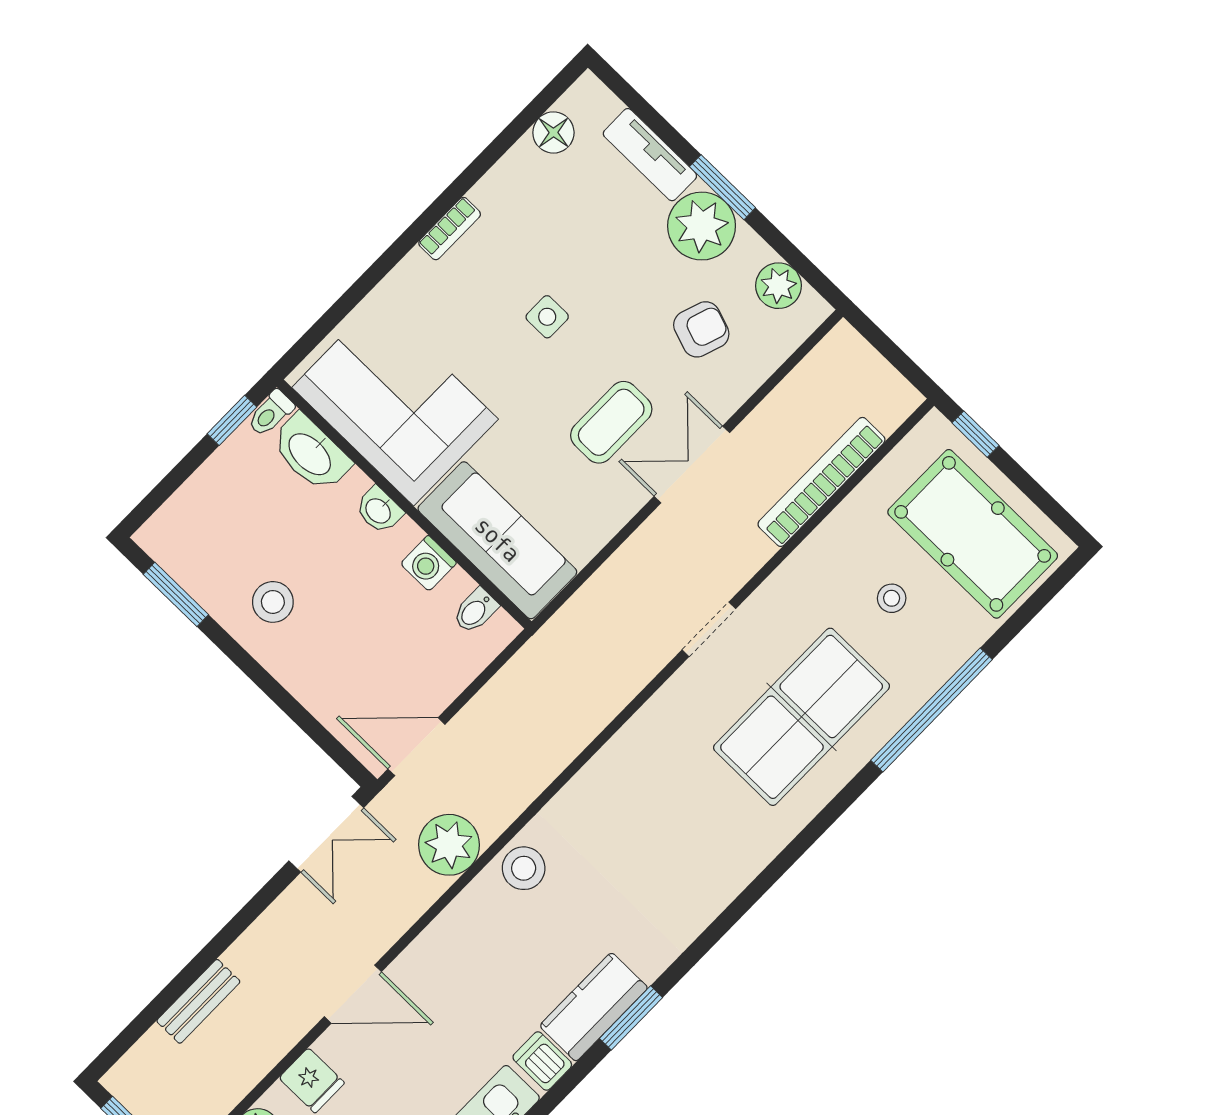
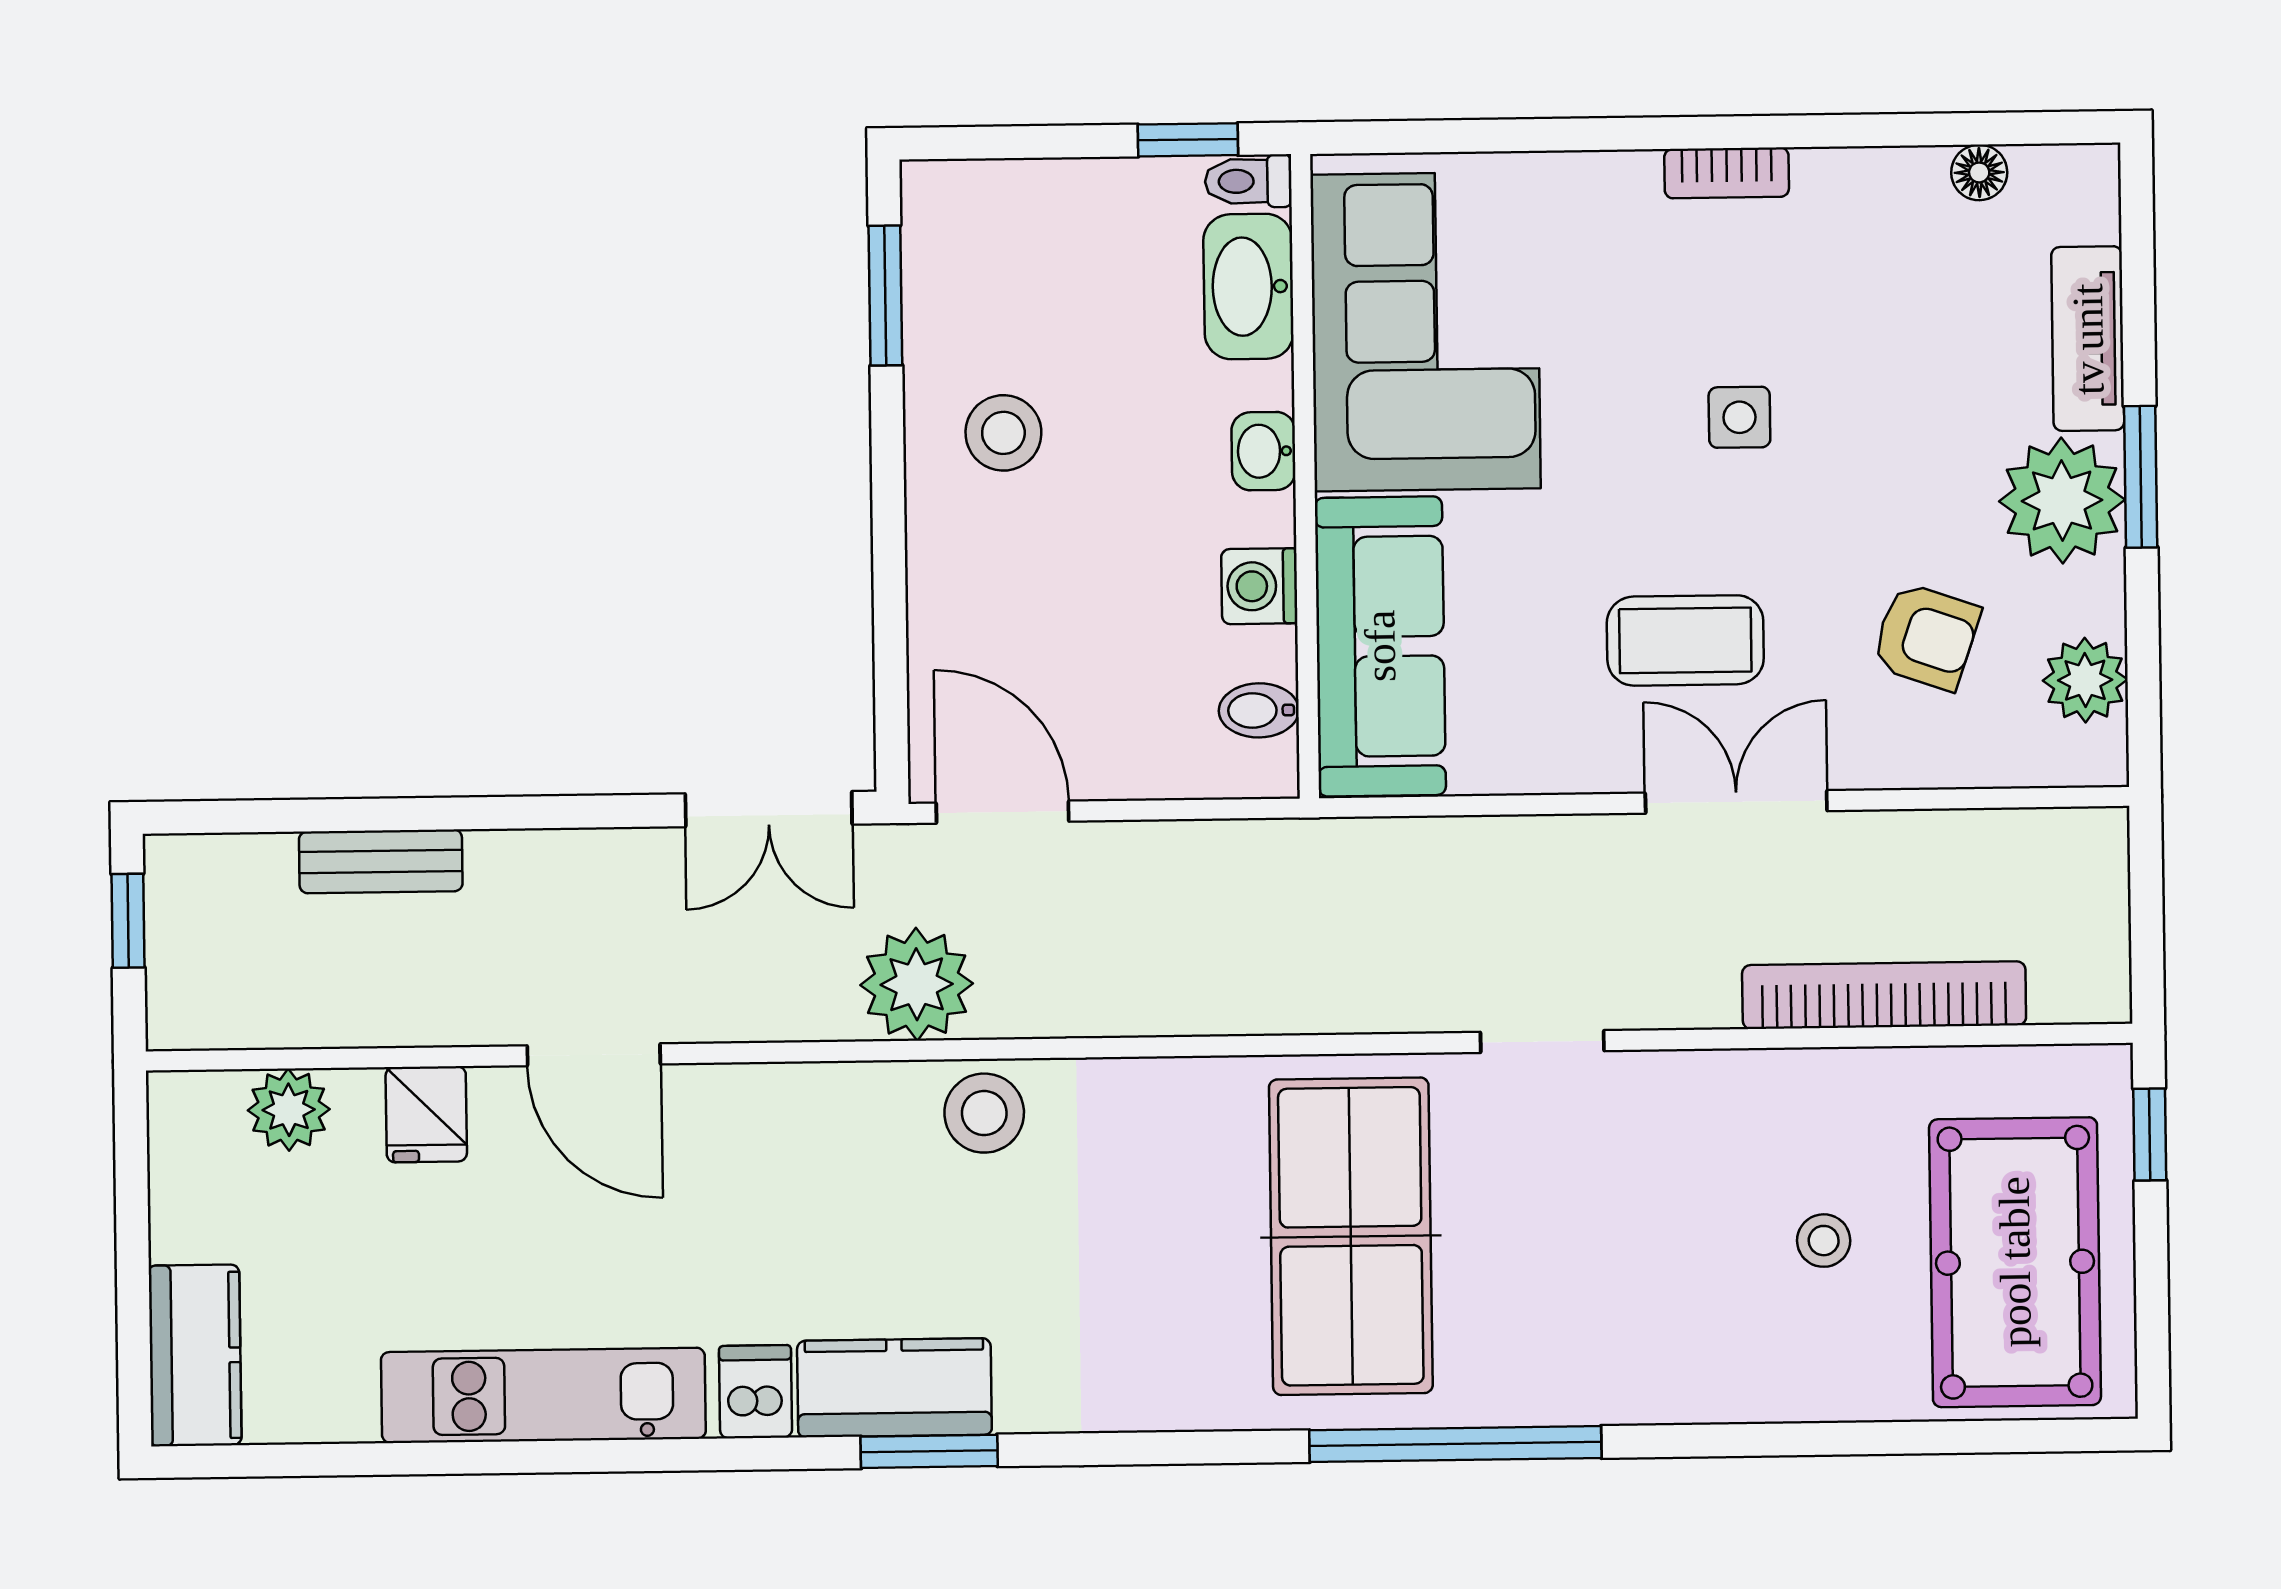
floor lamp: (553, 132) -> (1979, 172), width x0.73, depth x0.73
window: (932, 710) -> (1455, 1444), moved
table tennis table: (802, 717) -> (1351, 1236), moved, turned 90

